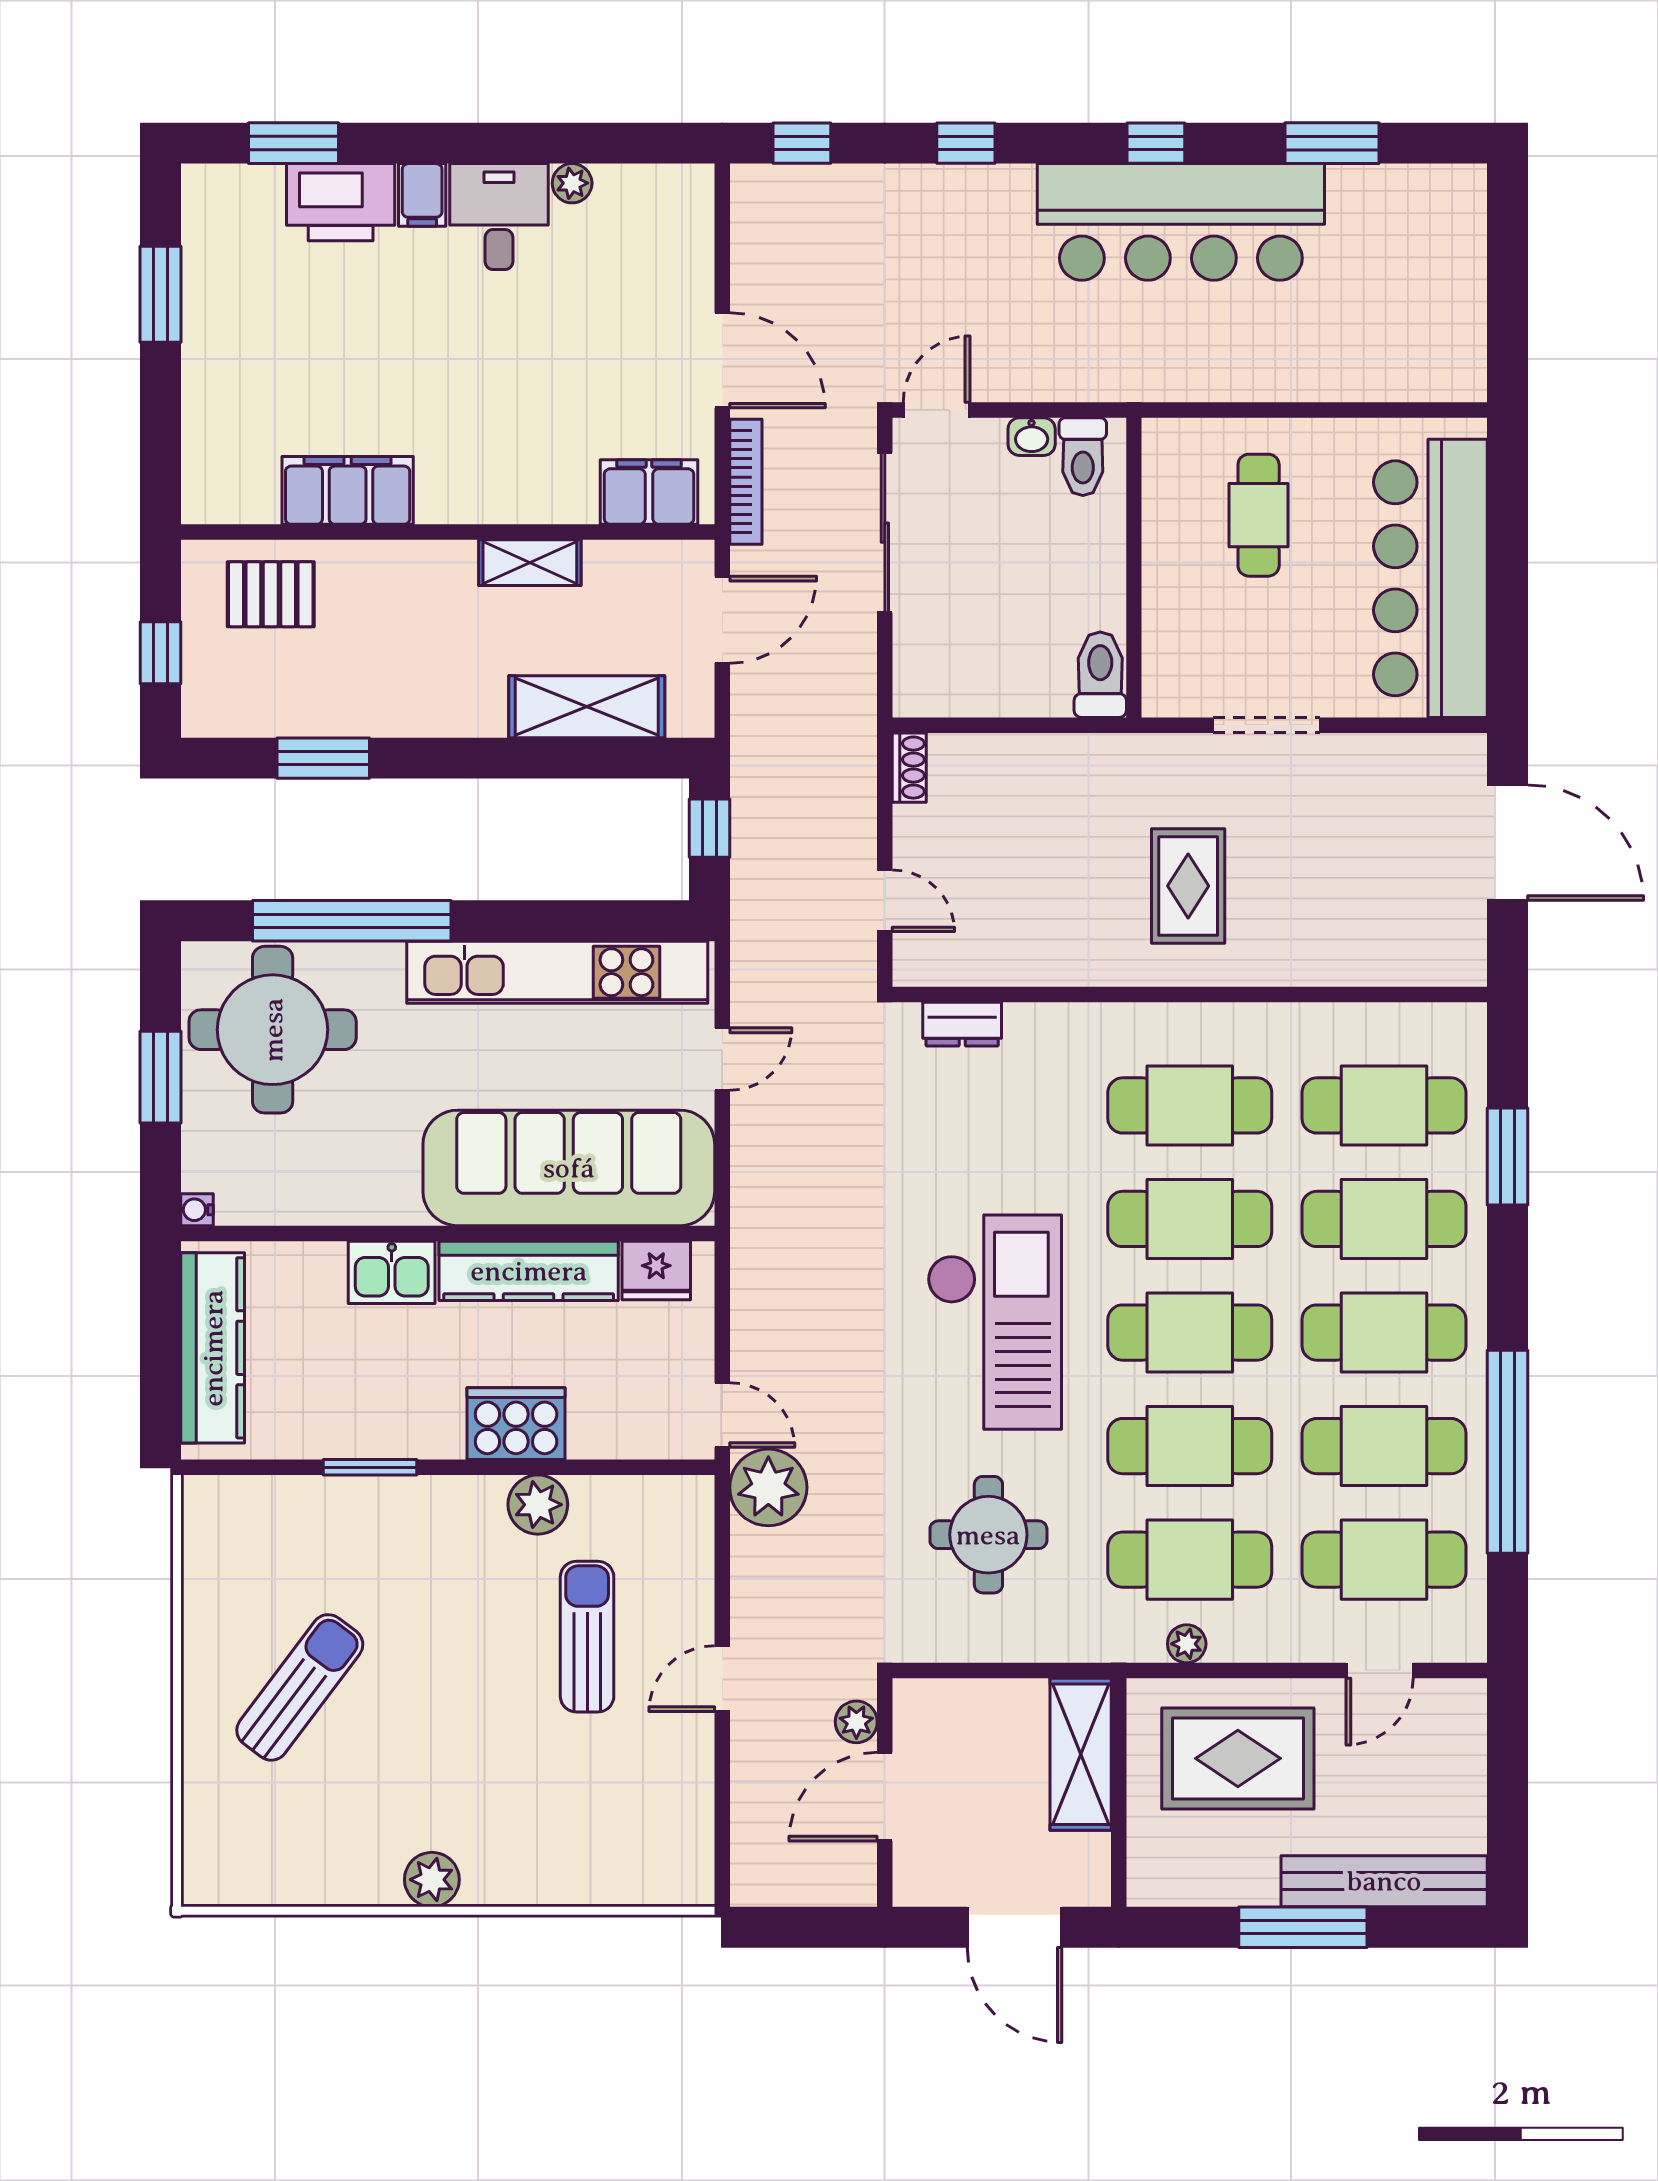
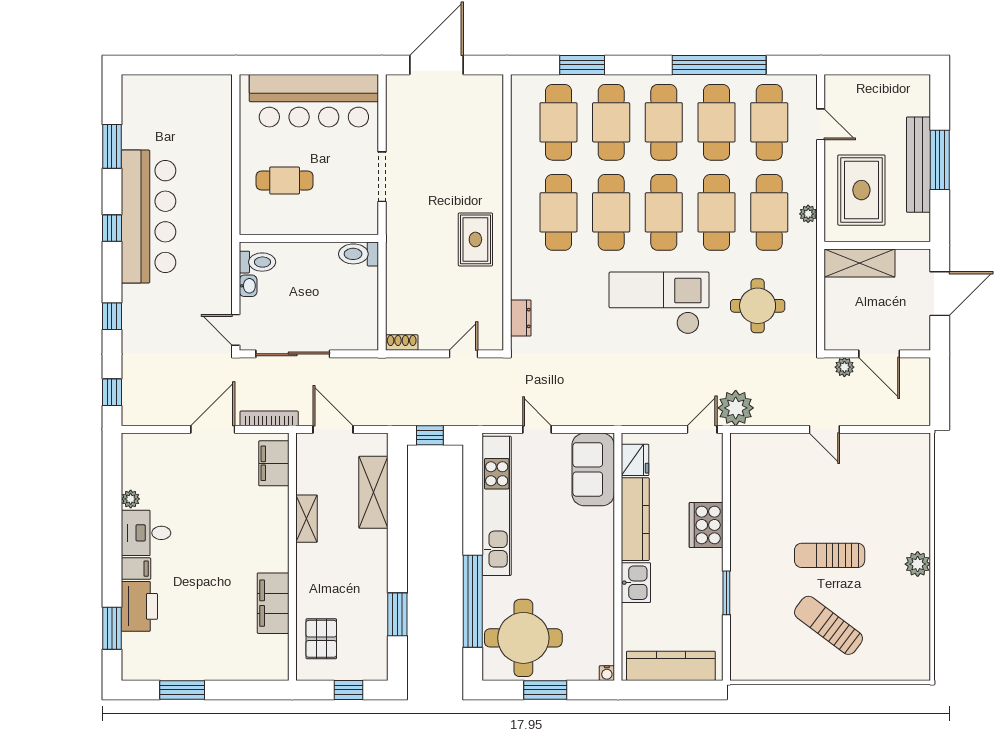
rug: (1188, 886) -> (475, 239), moved, turned 90
sofa: (569, 1168) -> (593, 469), width x0.54, depth x0.79
plant: (538, 1505) -> (744, 515), removed
sun lounger: (587, 1637) -> (830, 555), moved
bench: (1384, 1881) -> (918, 165), moved

